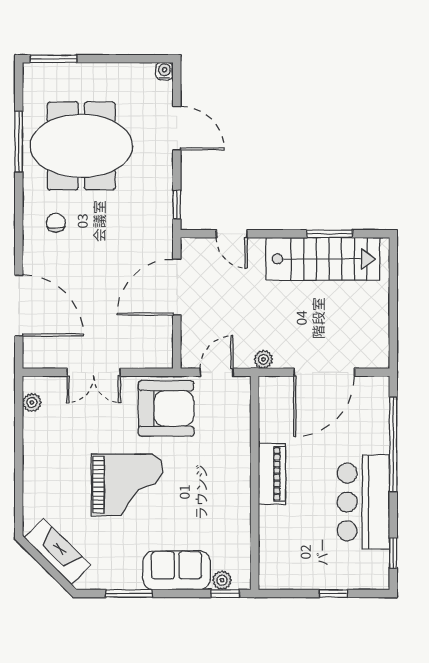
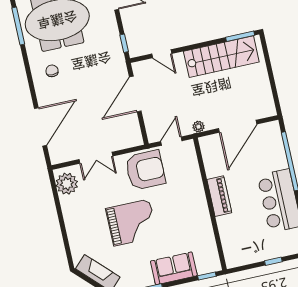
window: (330, 234) -> (240, 36), moved
door: (19, 306) -> (41, 127), hinge flipped
plant: (32, 403) -> (67, 184), width x1.88, depth x1.88
plant: (222, 580) -> (203, 268), removed

